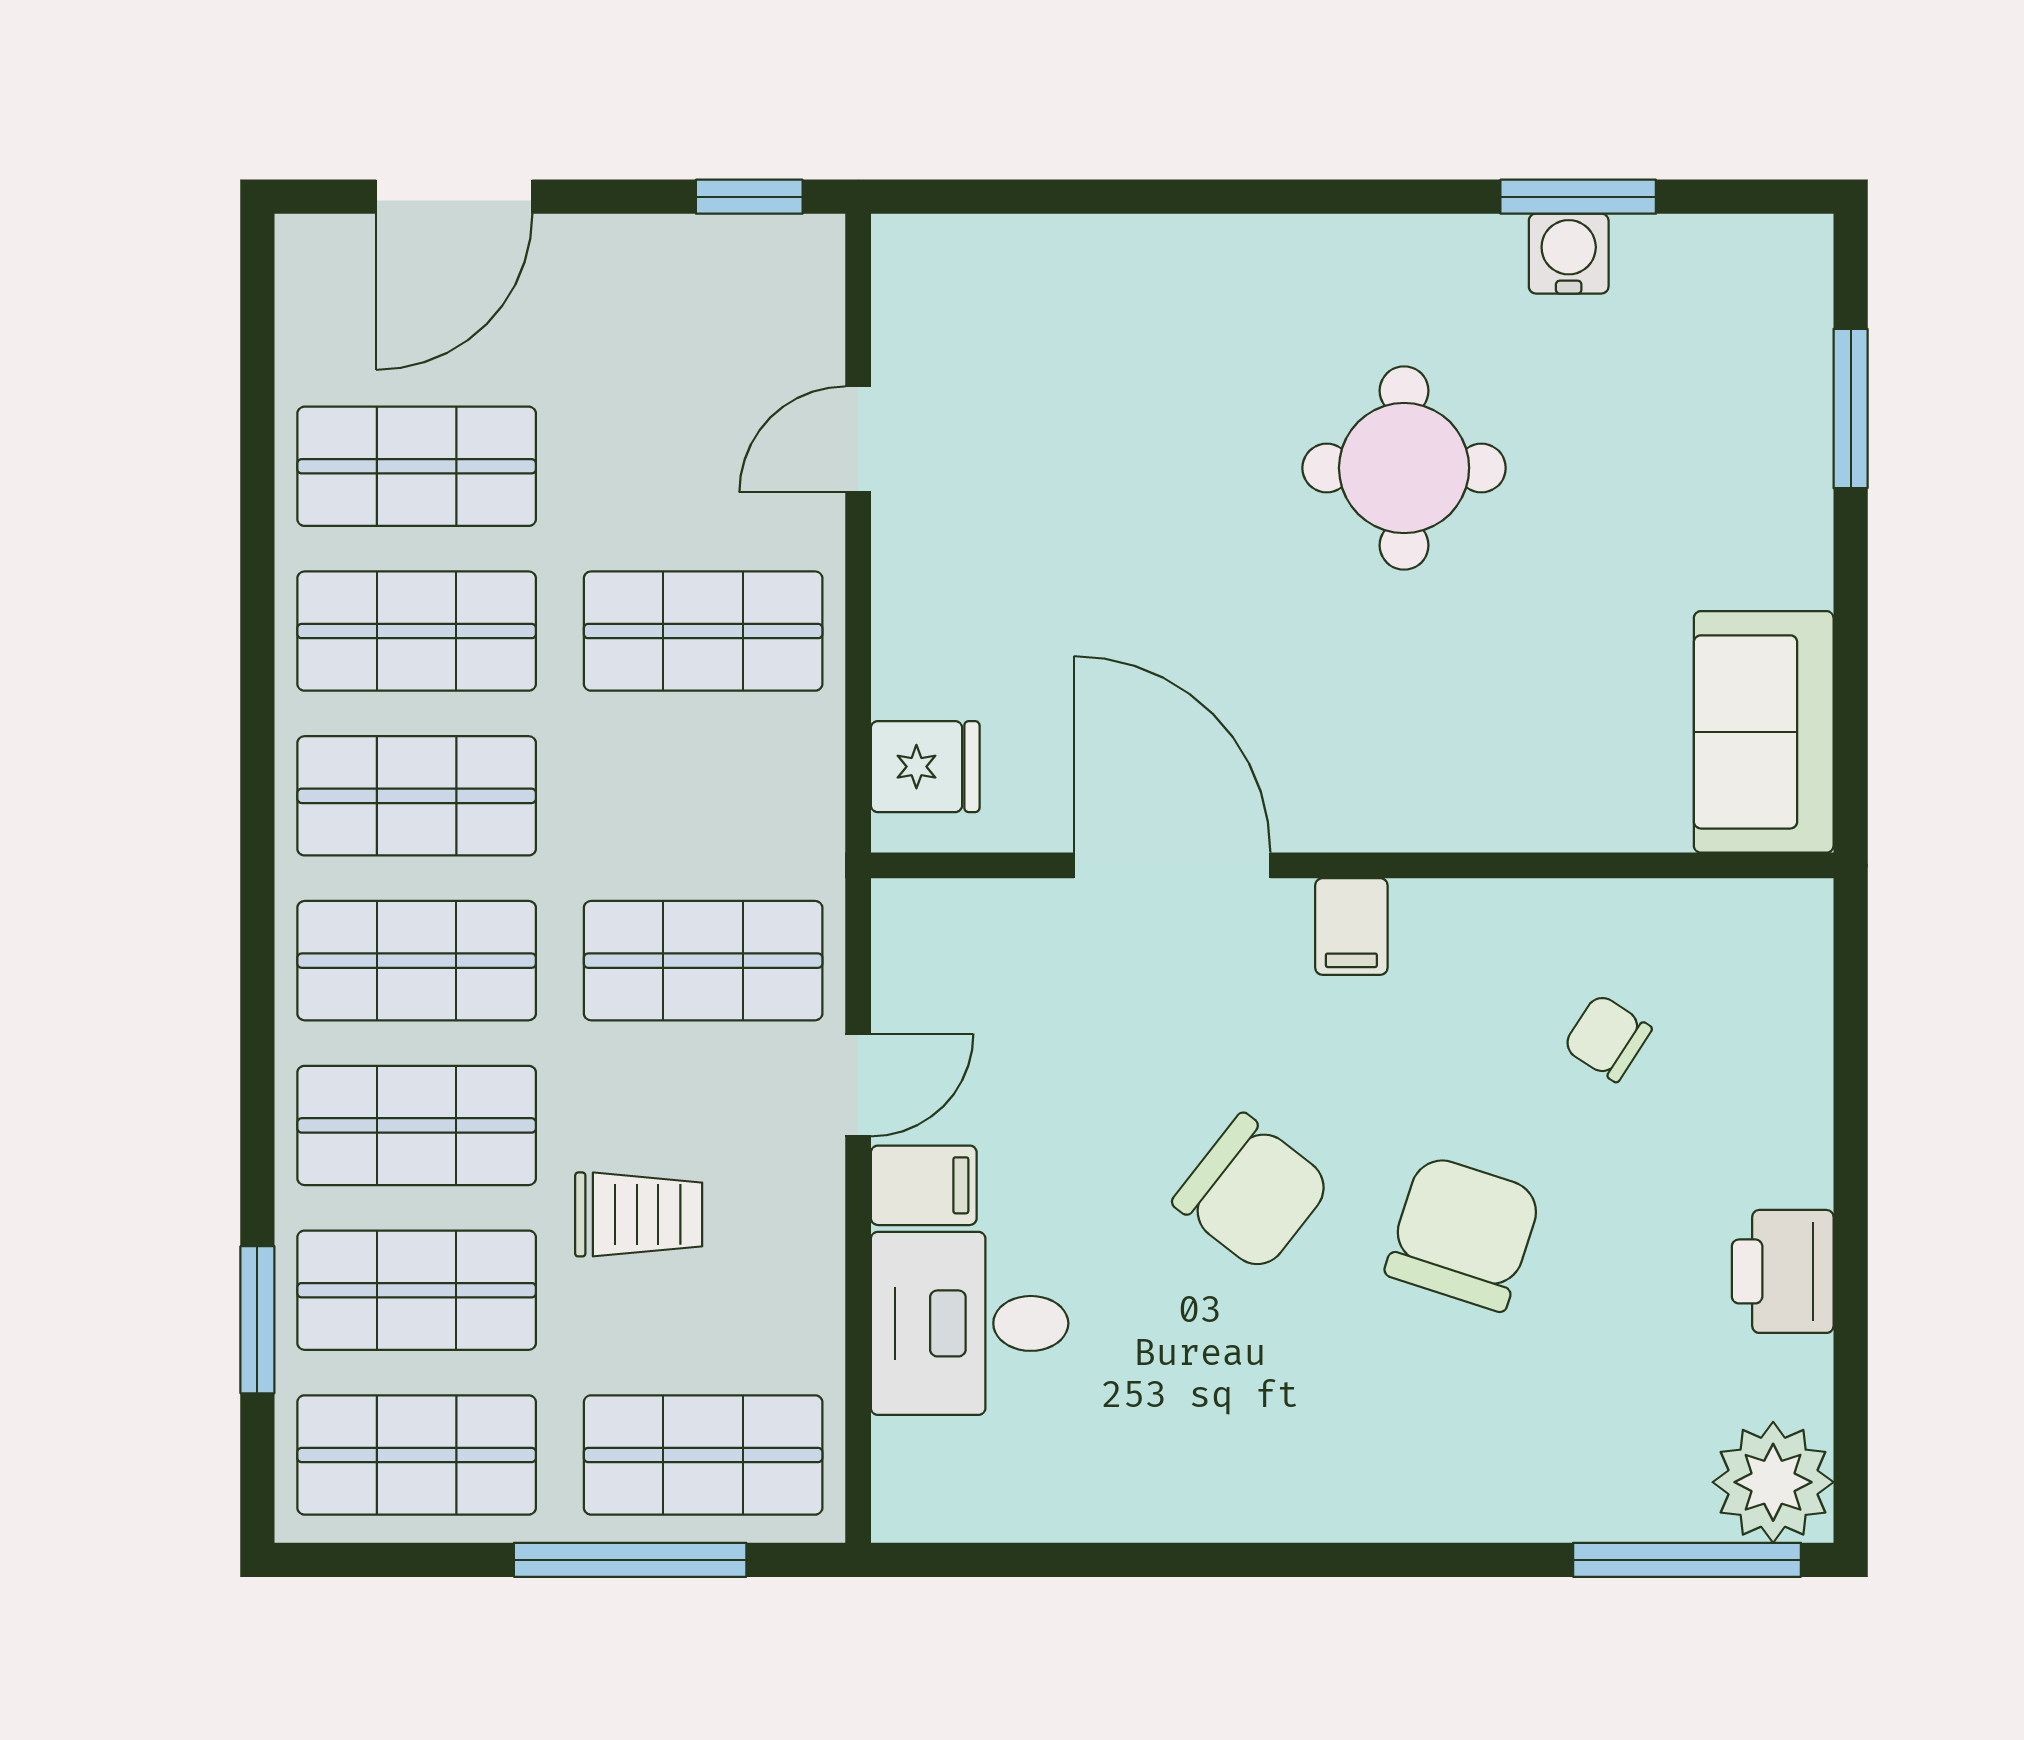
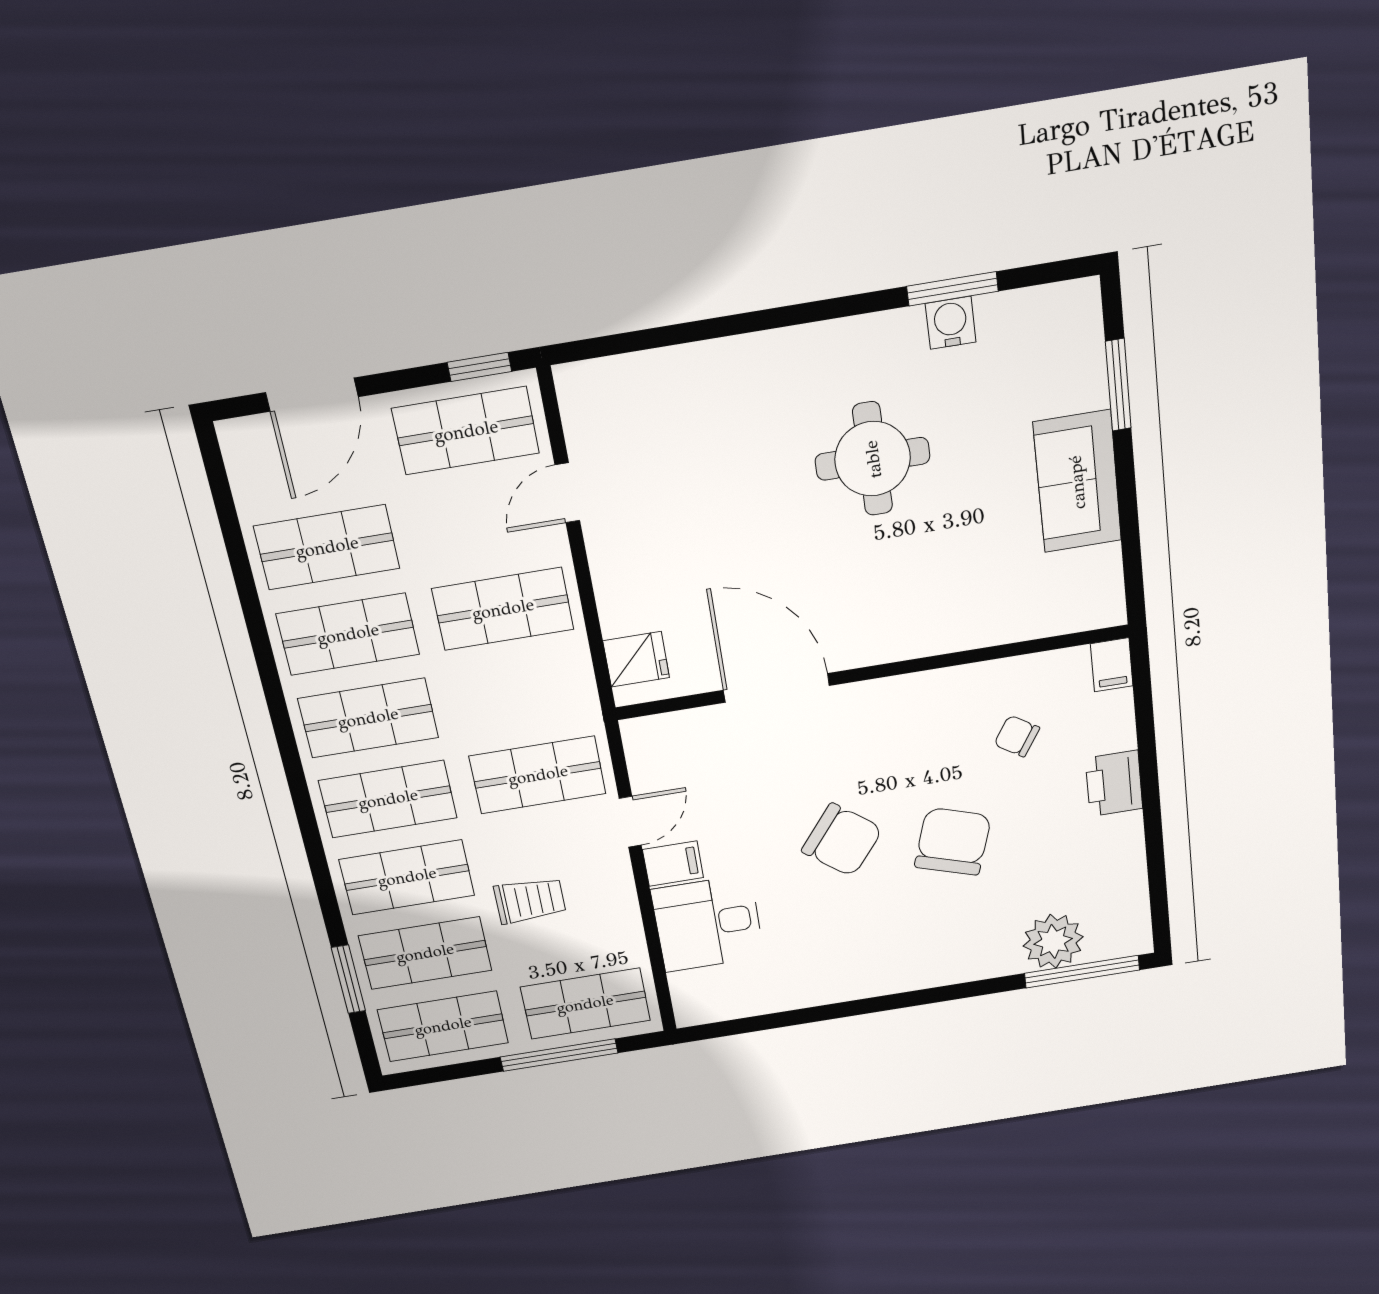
shop shelf: (703, 302) -> (466, 431), added
sofa: (1764, 732) -> (1077, 482), moved
filing cabinet: (1351, 926) -> (1112, 665), moved
printer: (1783, 1271) -> (1114, 783), moved
plant: (1773, 1482) -> (1053, 941), moved

